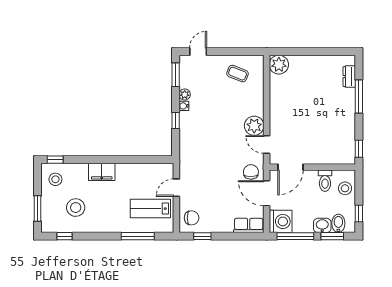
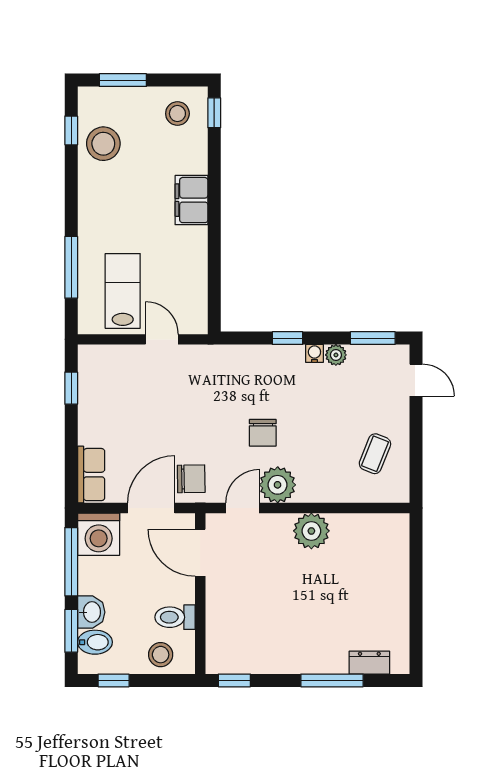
plant: (279, 65) -> (311, 531), moved
stool: (76, 208) -> (103, 144), moved
chair: (192, 218) -> (263, 433), moved

